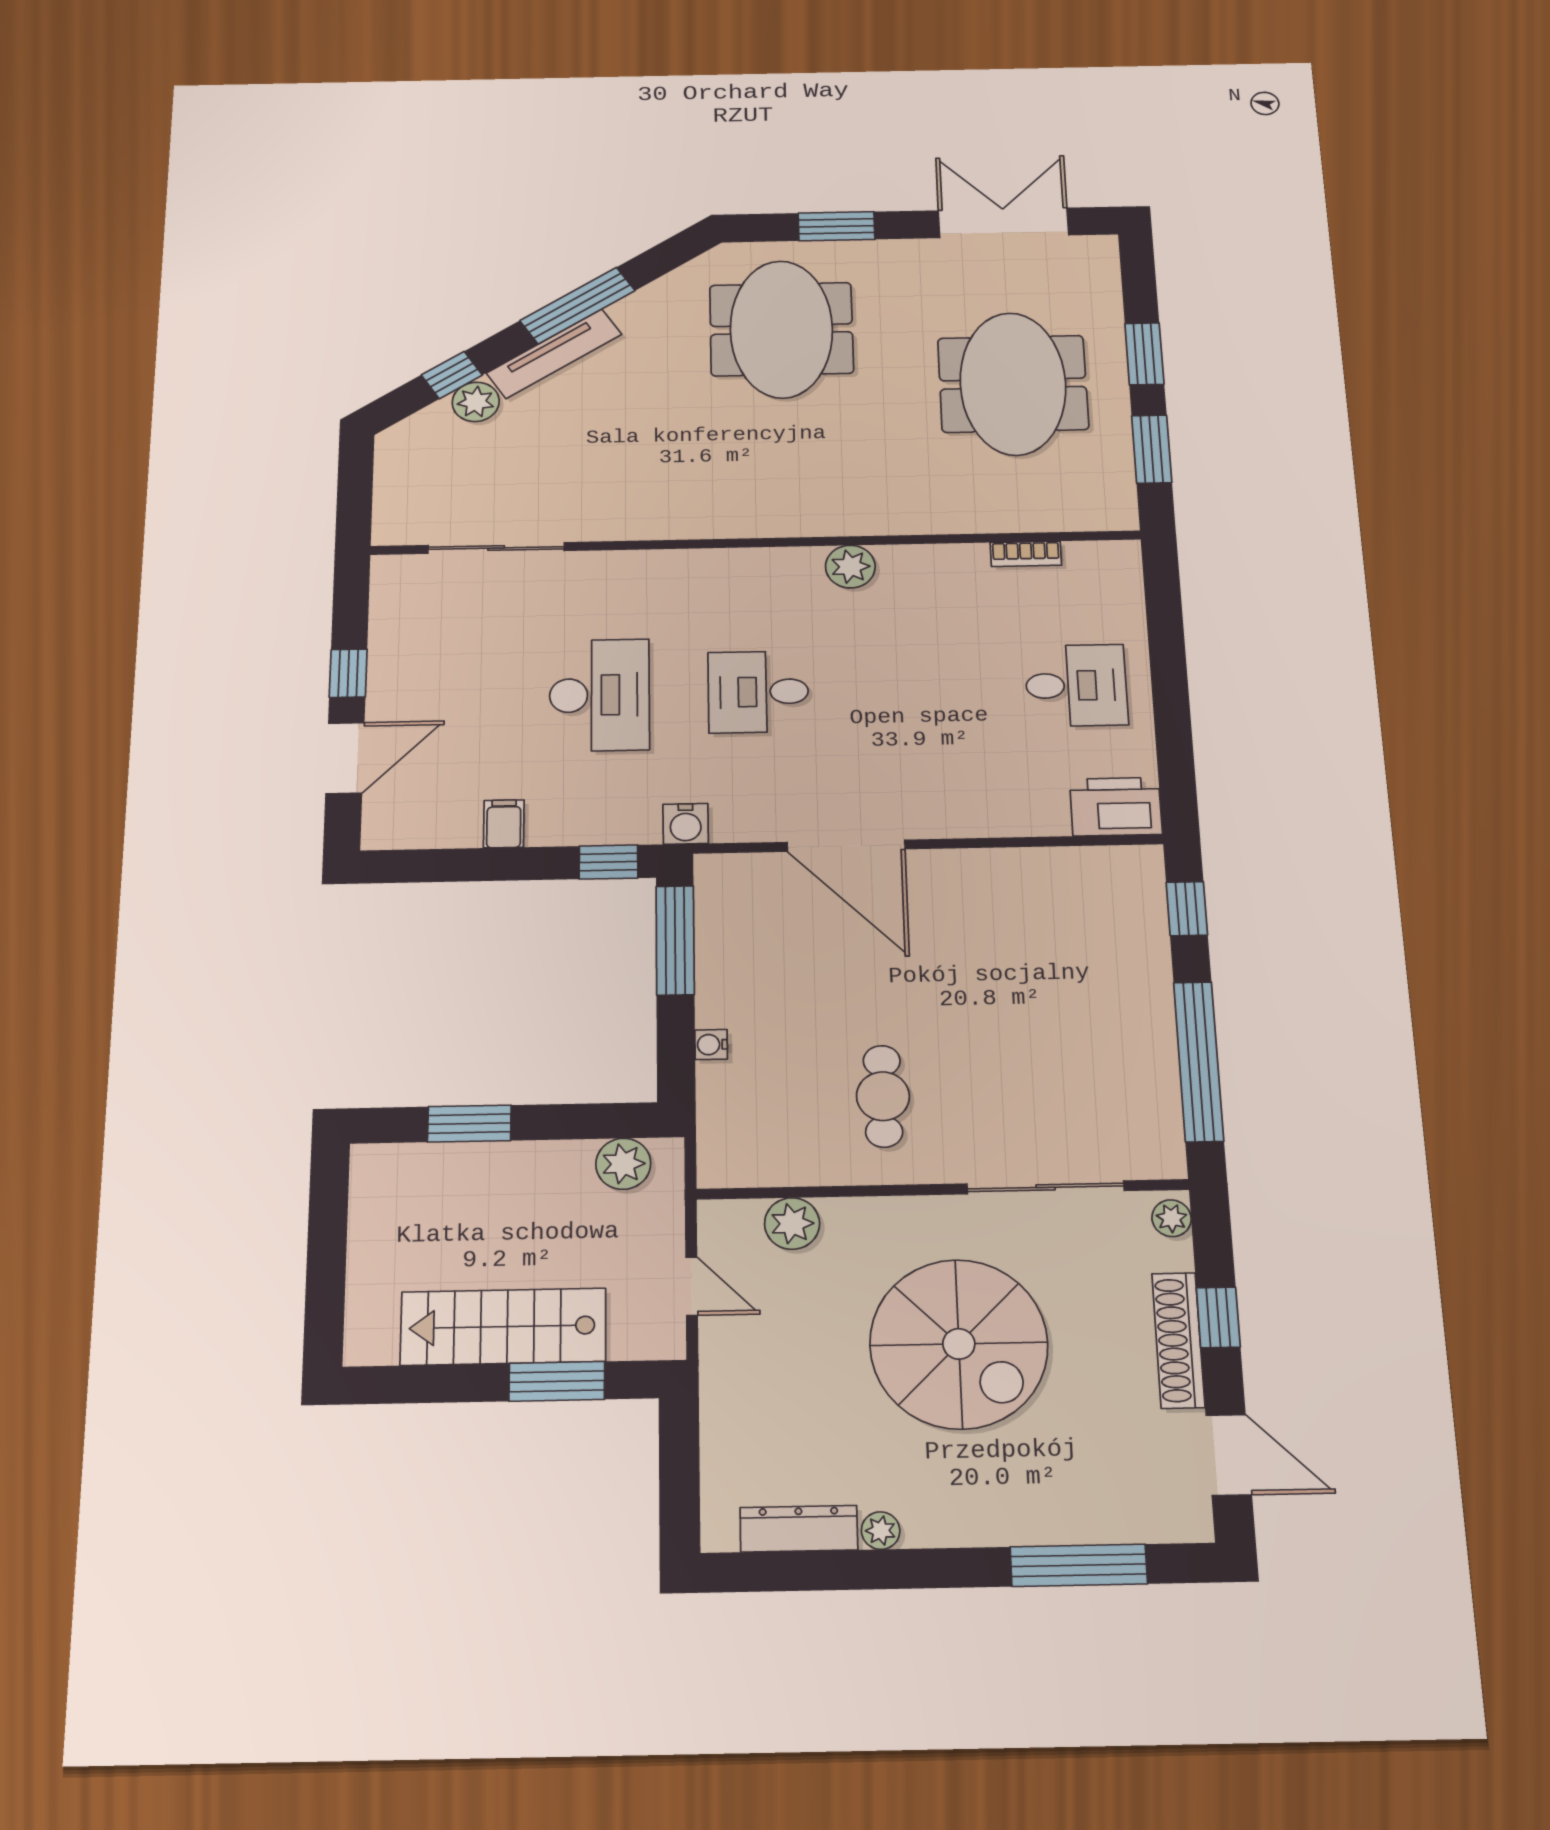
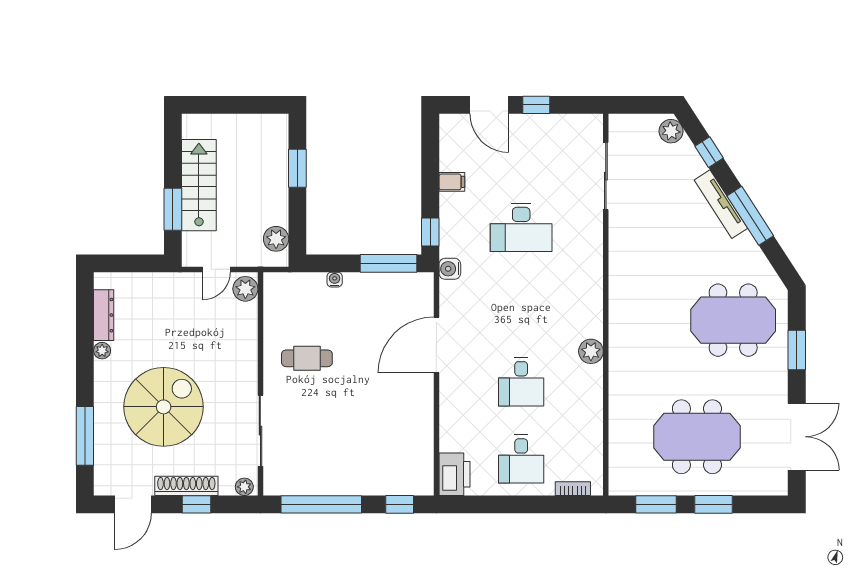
plant: (476, 402) -> (671, 131), moved
bookcase: (1026, 554) -> (573, 489), moved, turned 90
desk: (758, 692) -> (521, 382), moved, turned 180
plant: (792, 1224) -> (245, 289), moved
spiral stairs: (959, 1344) -> (164, 407), moved, turned 180

